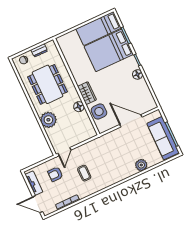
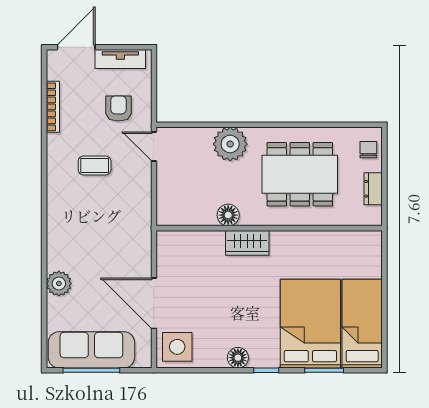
side table: (99, 111) -> (177, 347), moved
door: (131, 121) -> (154, 303), swing flipped

